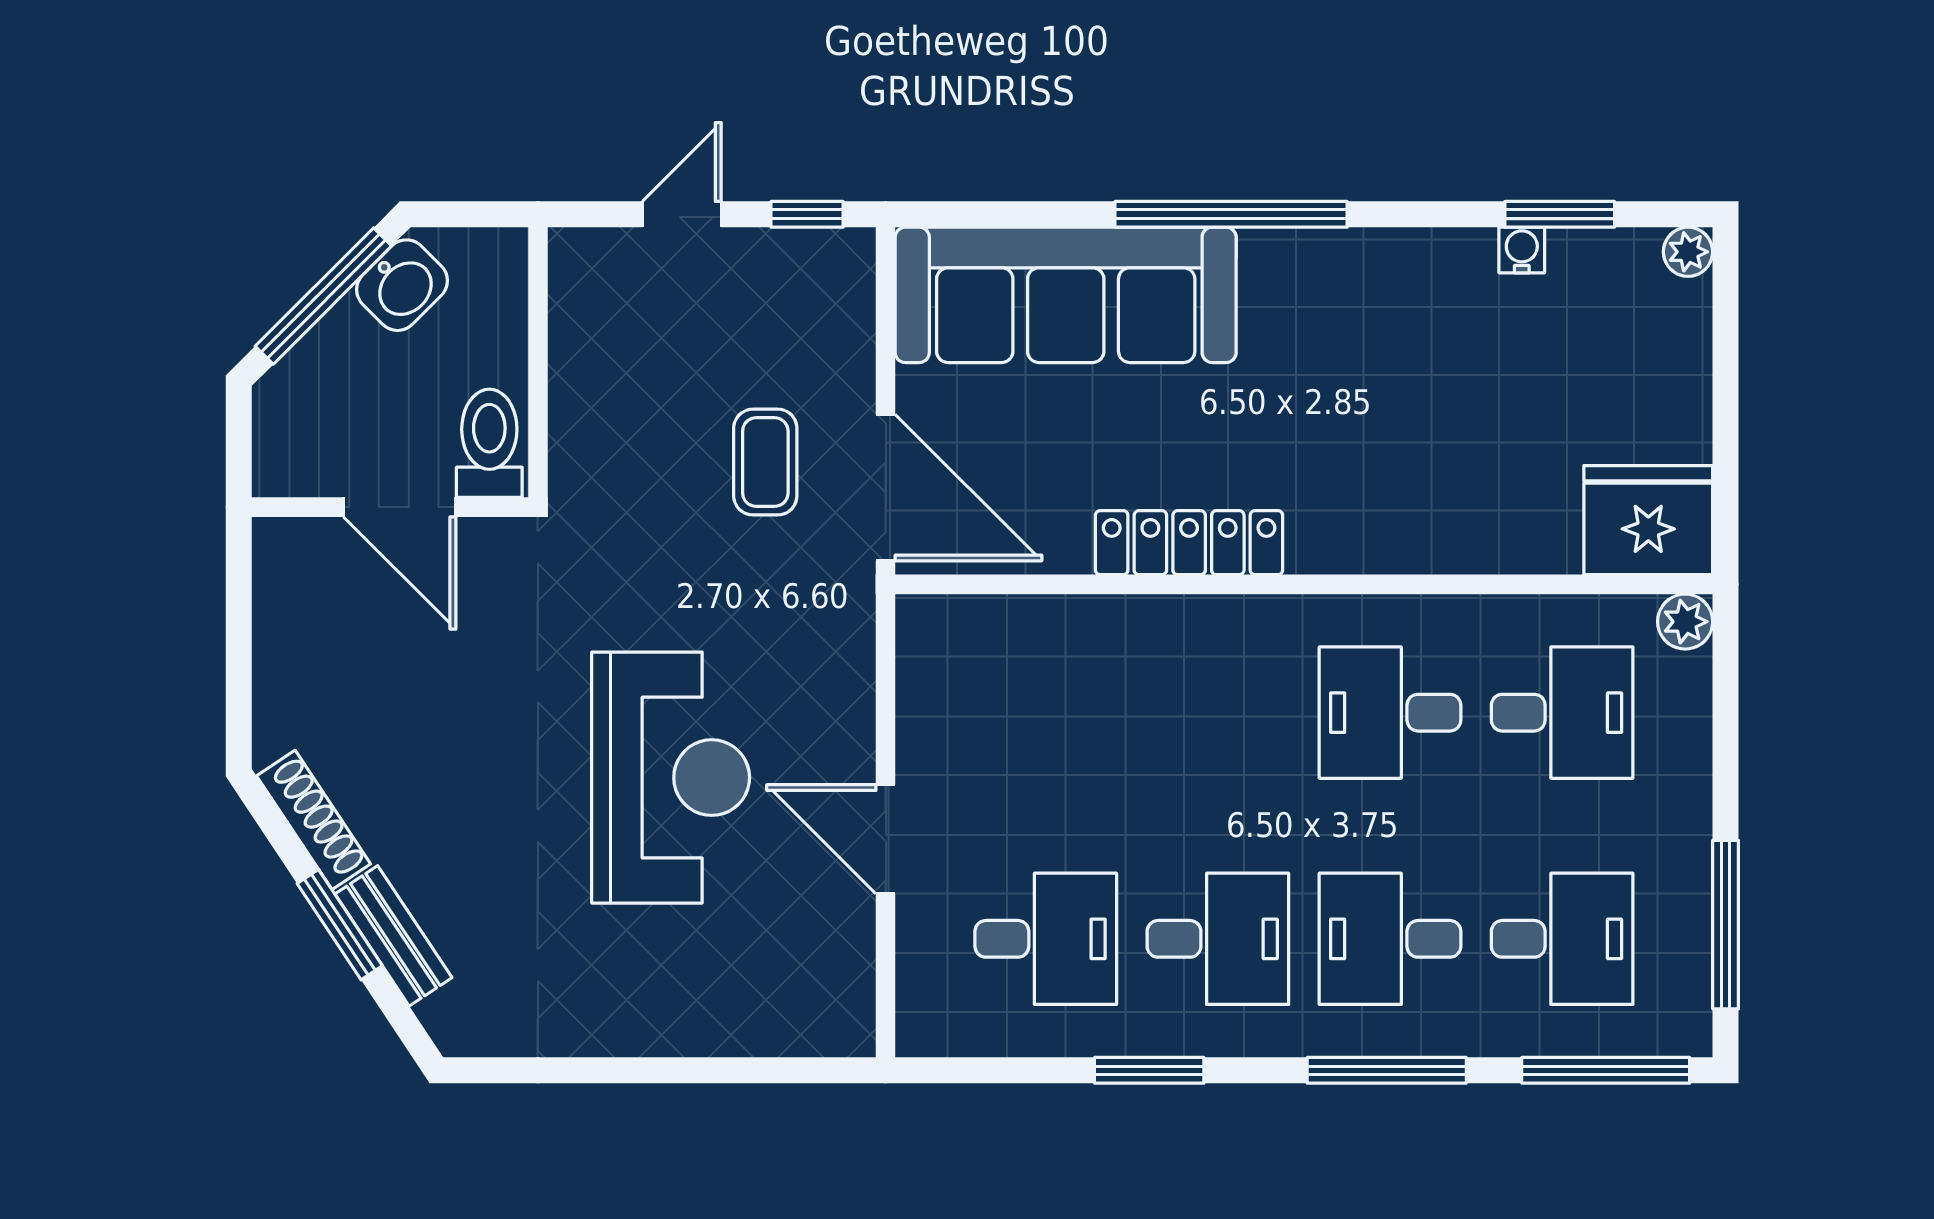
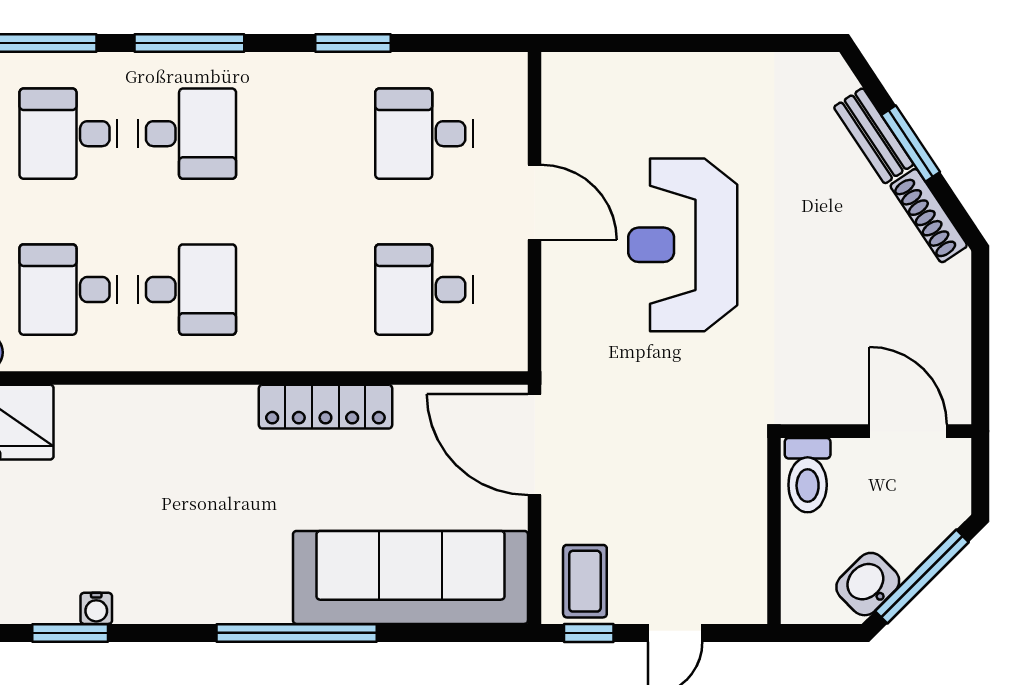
coffee table: (765, 462) -> (585, 581), moved
door: (400, 507) -> (908, 431), moved
desk: (1218, 939) -> (424, 290), moved

